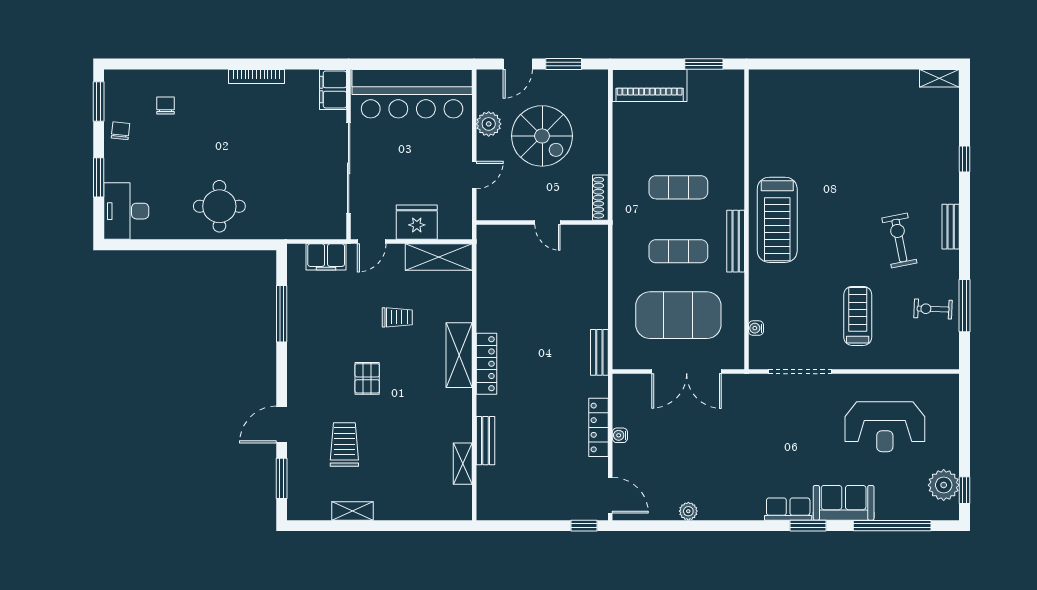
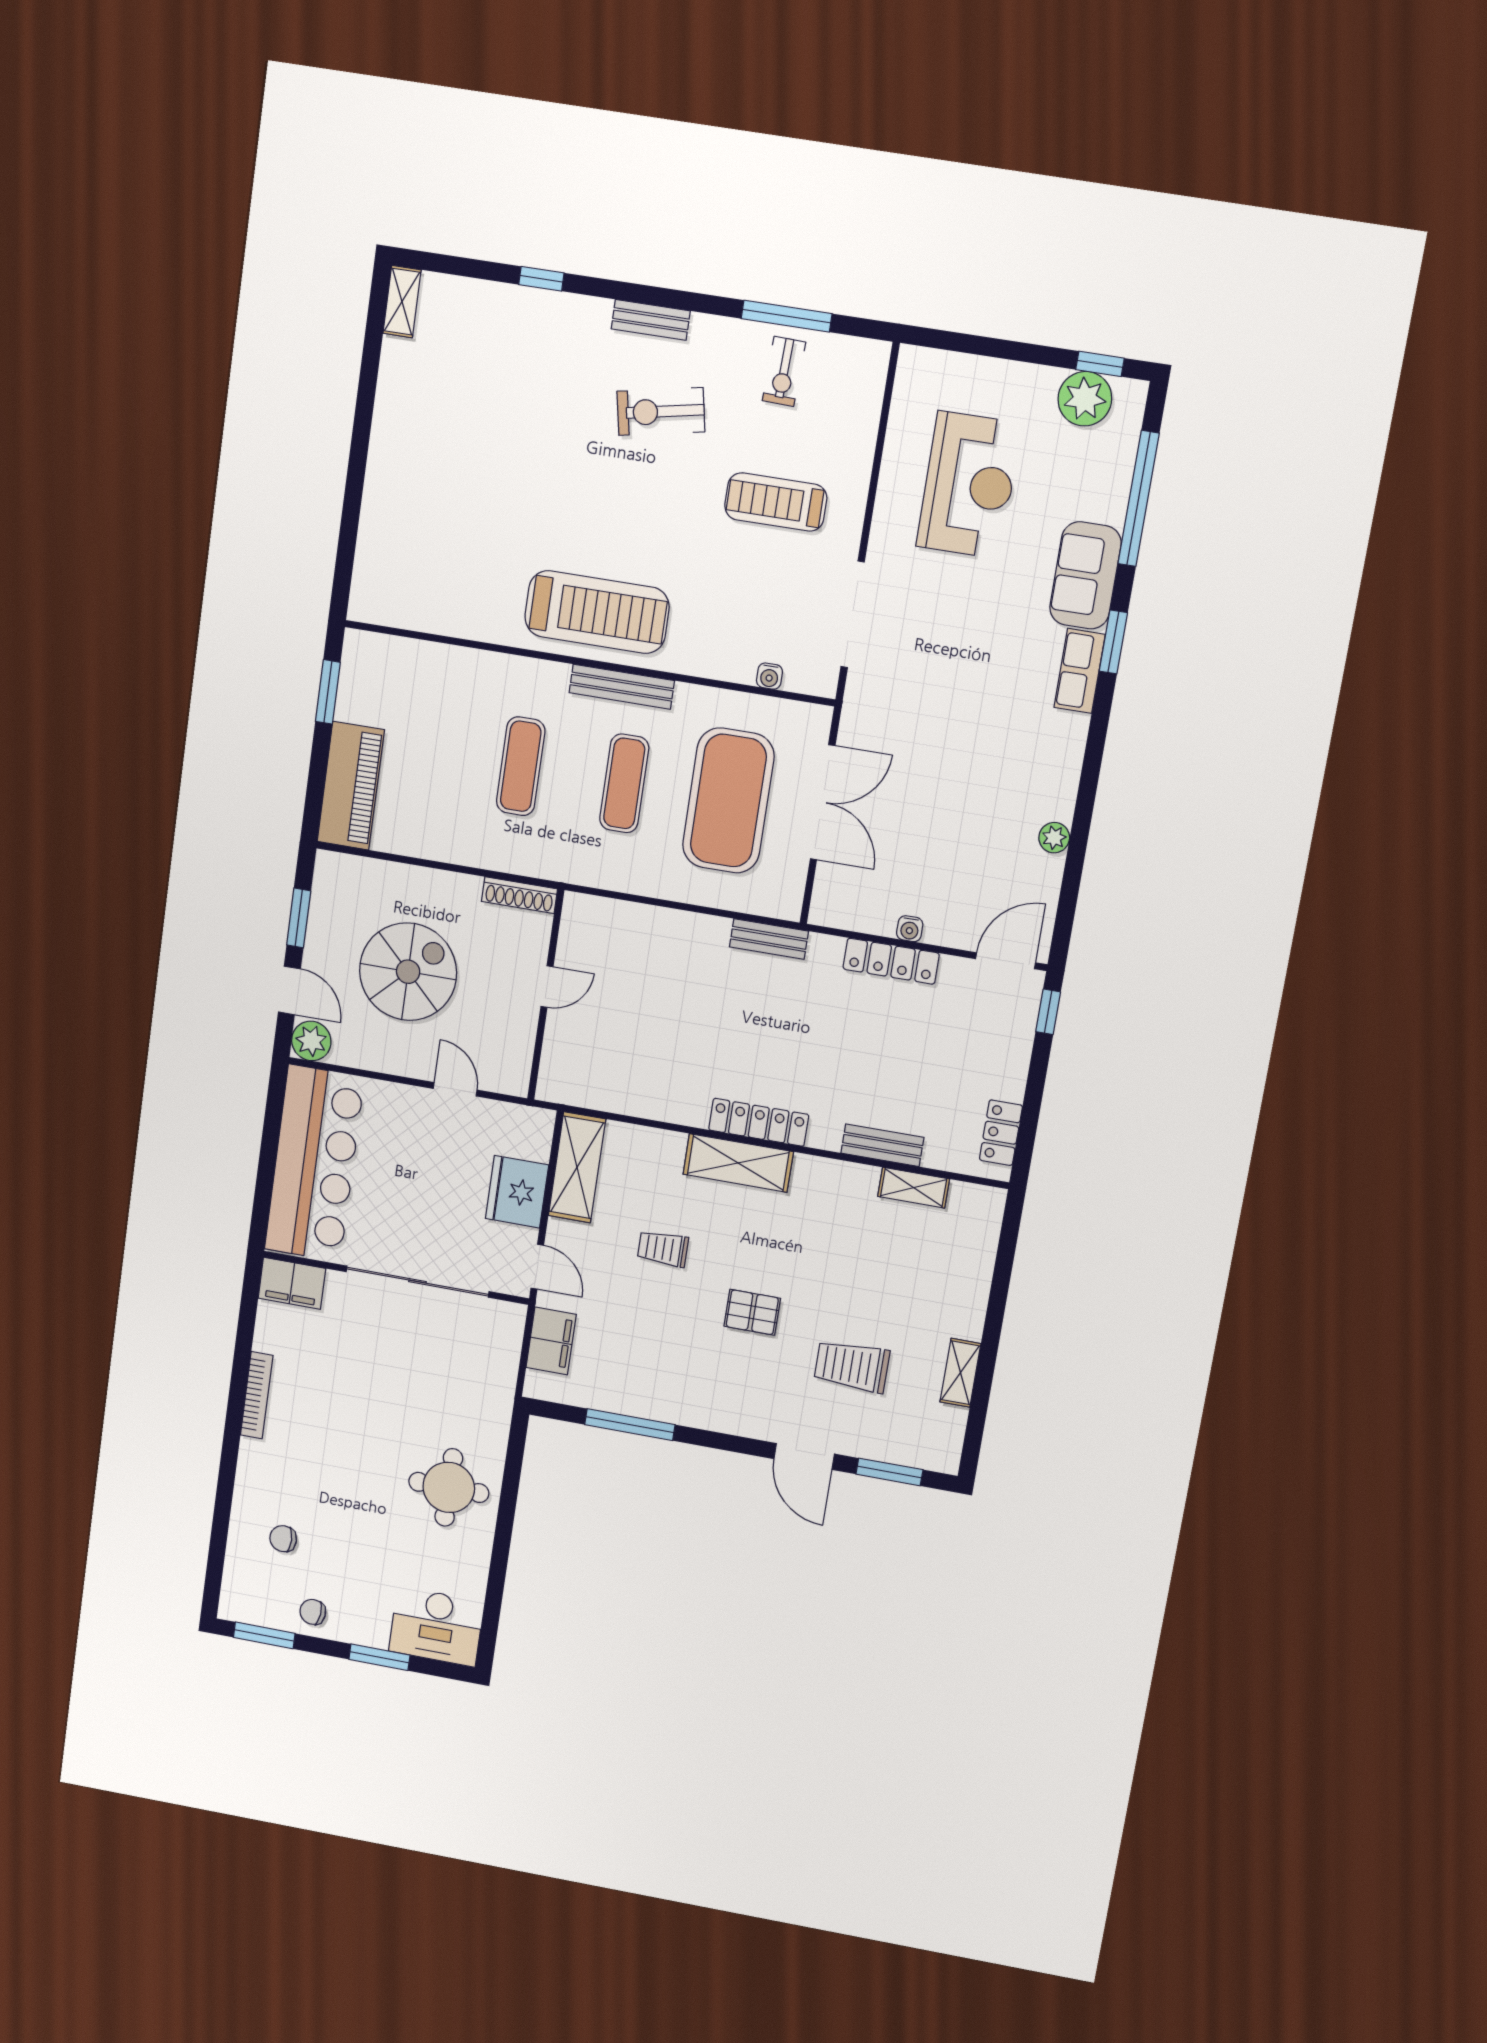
plant: (489, 124) -> (311, 1041), moved
trolley: (397, 317) -> (663, 1249), turned -90
locker: (506, 510) -> (1001, 1133), added

